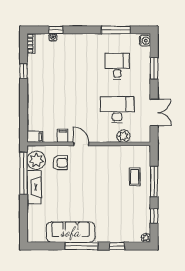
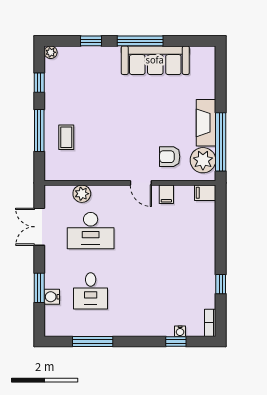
water cooler: (145, 41) -> (52, 297), moved

